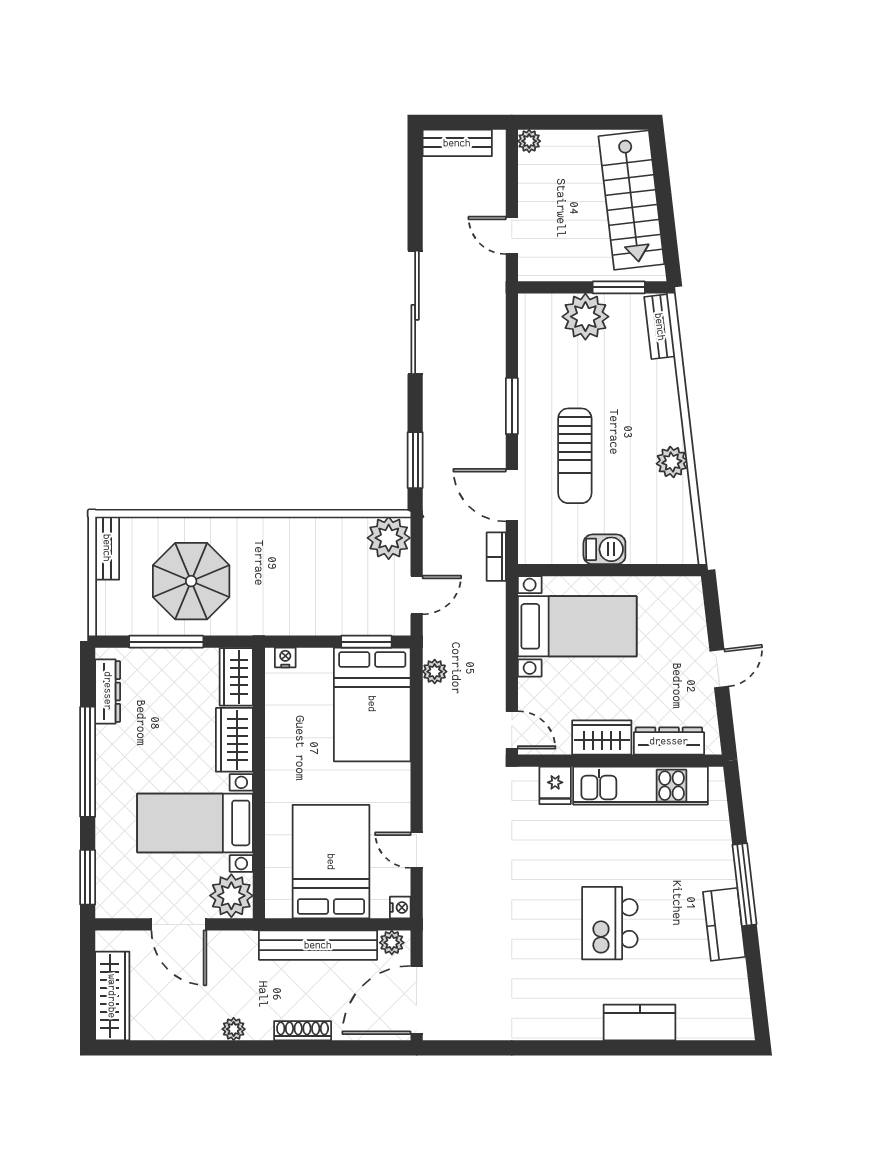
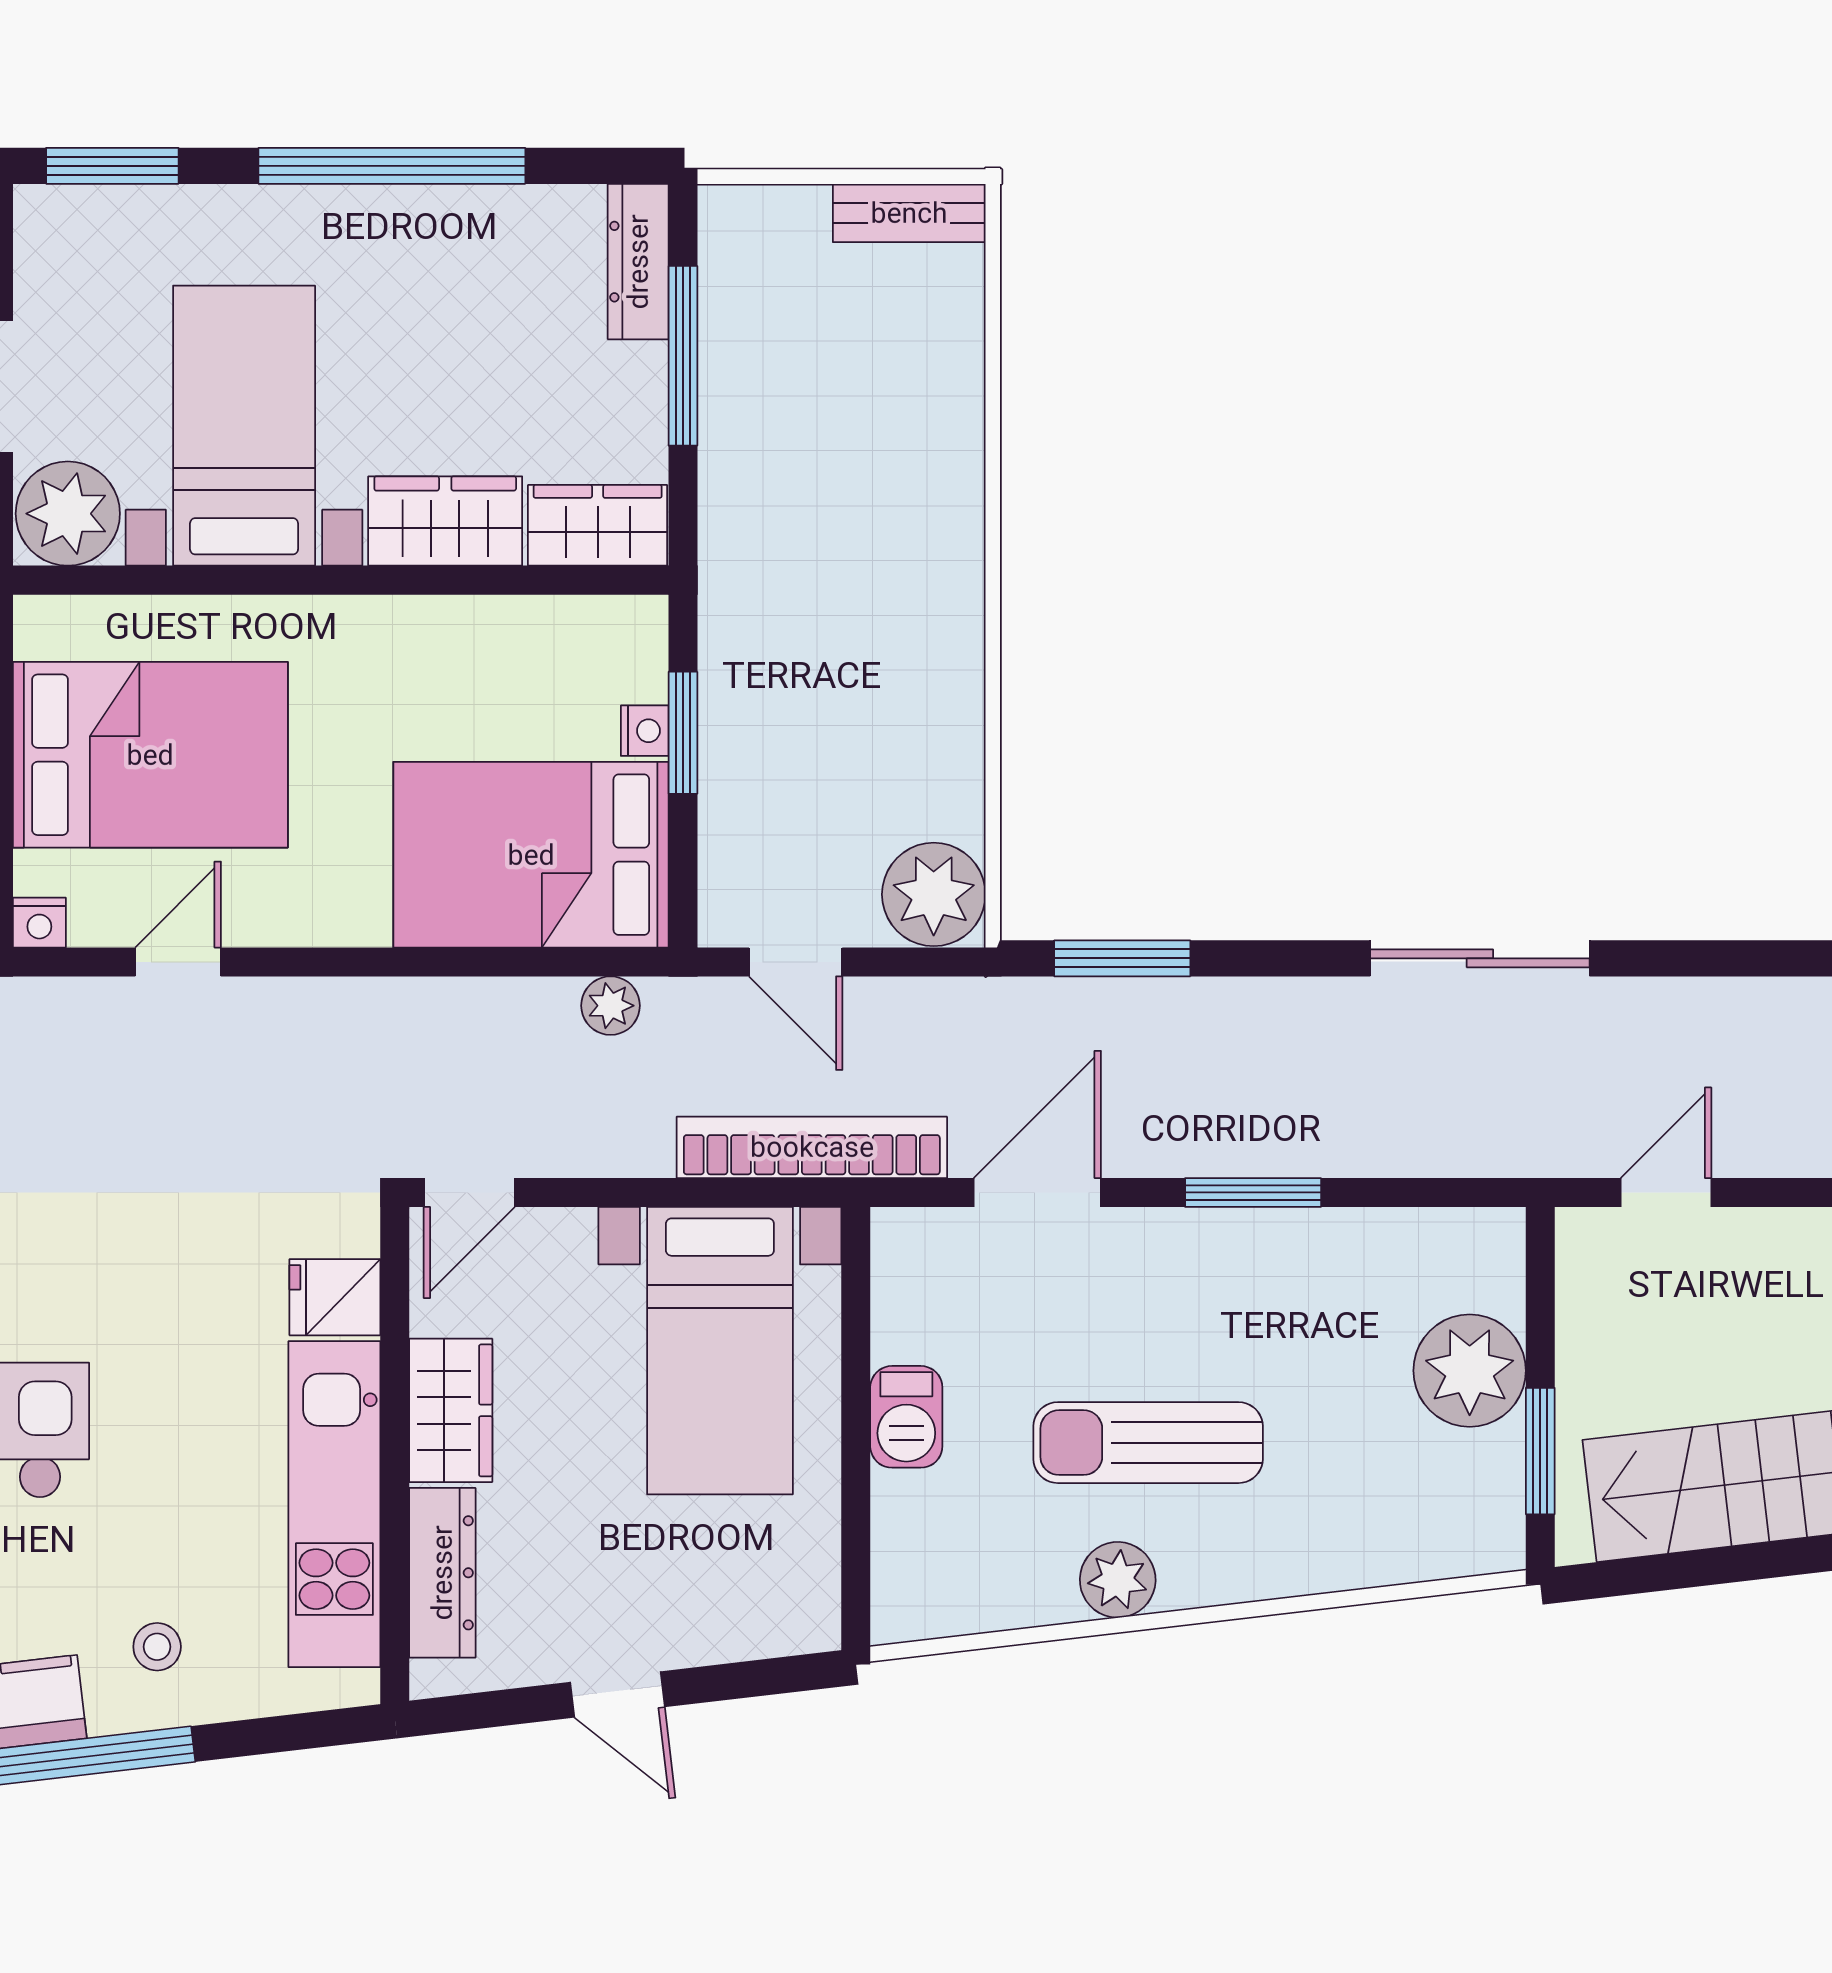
sliding door: (415, 312) -> (1480, 958), width x0.73
bench: (660, 327) -> (1445, 1550), removed
sun lounger: (575, 456) -> (1148, 1443), moved
bookcase: (496, 557) -> (812, 1147), width x2.31, depth x1.31
parasol: (191, 581) -> (829, 416), removed
window: (366, 642) -> (683, 733), moved
nightstand: (285, 657) -> (645, 731), moved
dresser: (108, 691) -> (638, 262), moved, turned 90
stool: (699, 859) -> (157, 1647), added

